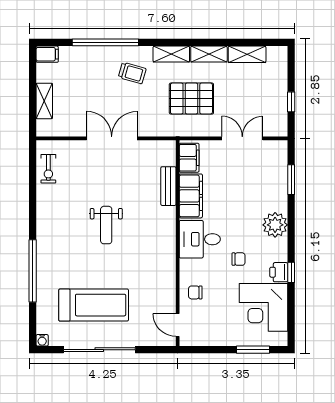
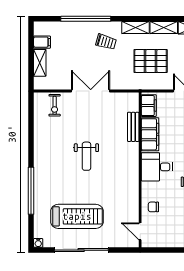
filing cabinet: (47, 54) -> (42, 42), moved
exercise bike: (48, 169) -> (55, 105), moved

